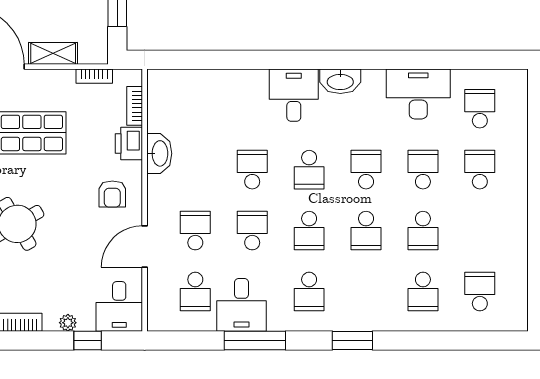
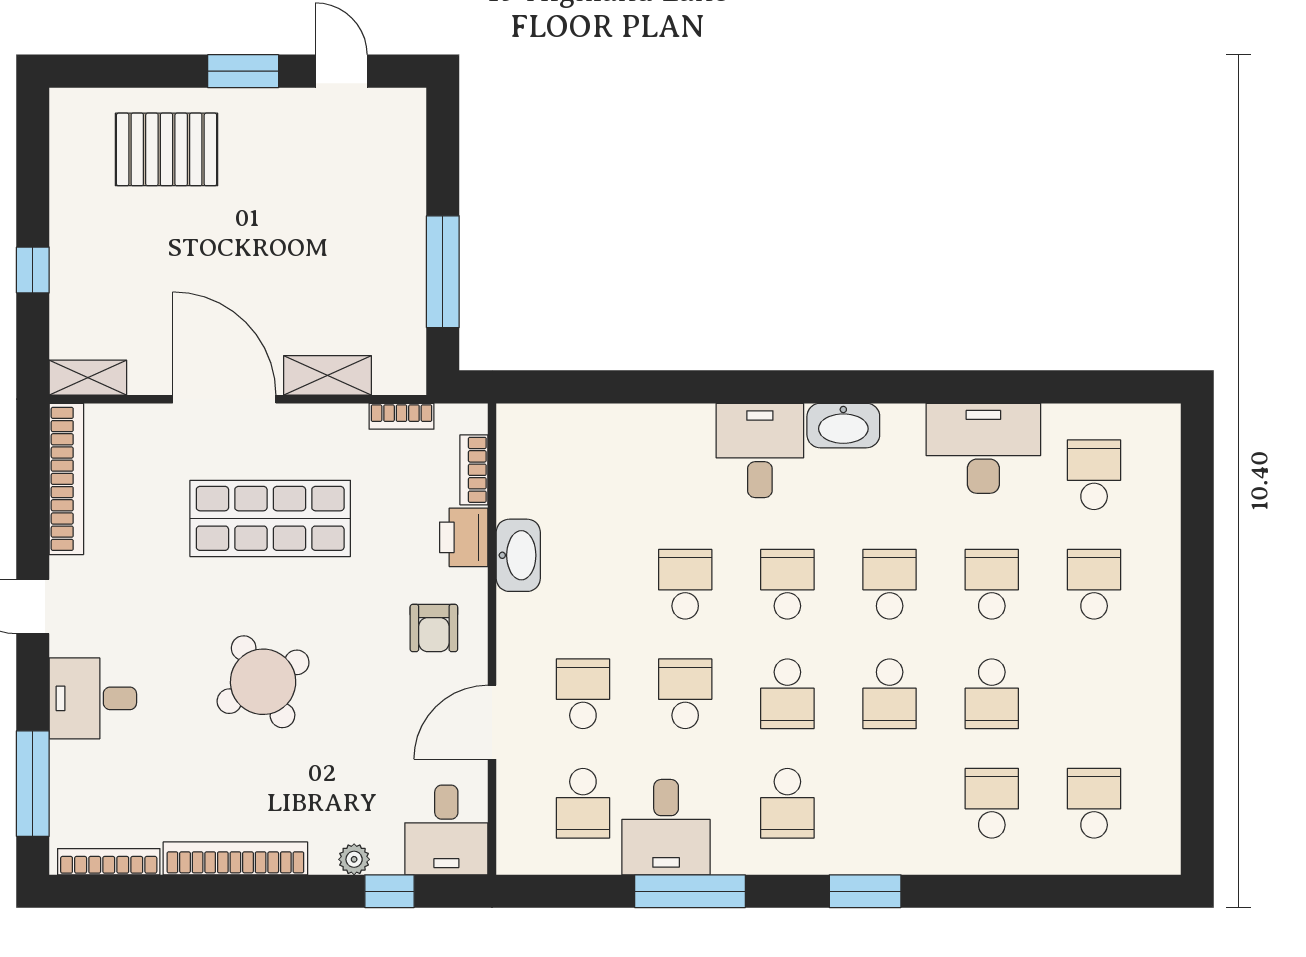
school desk: (309, 170) -> (787, 584), turned 180
school desk: (423, 292) -> (992, 803), turned 180

